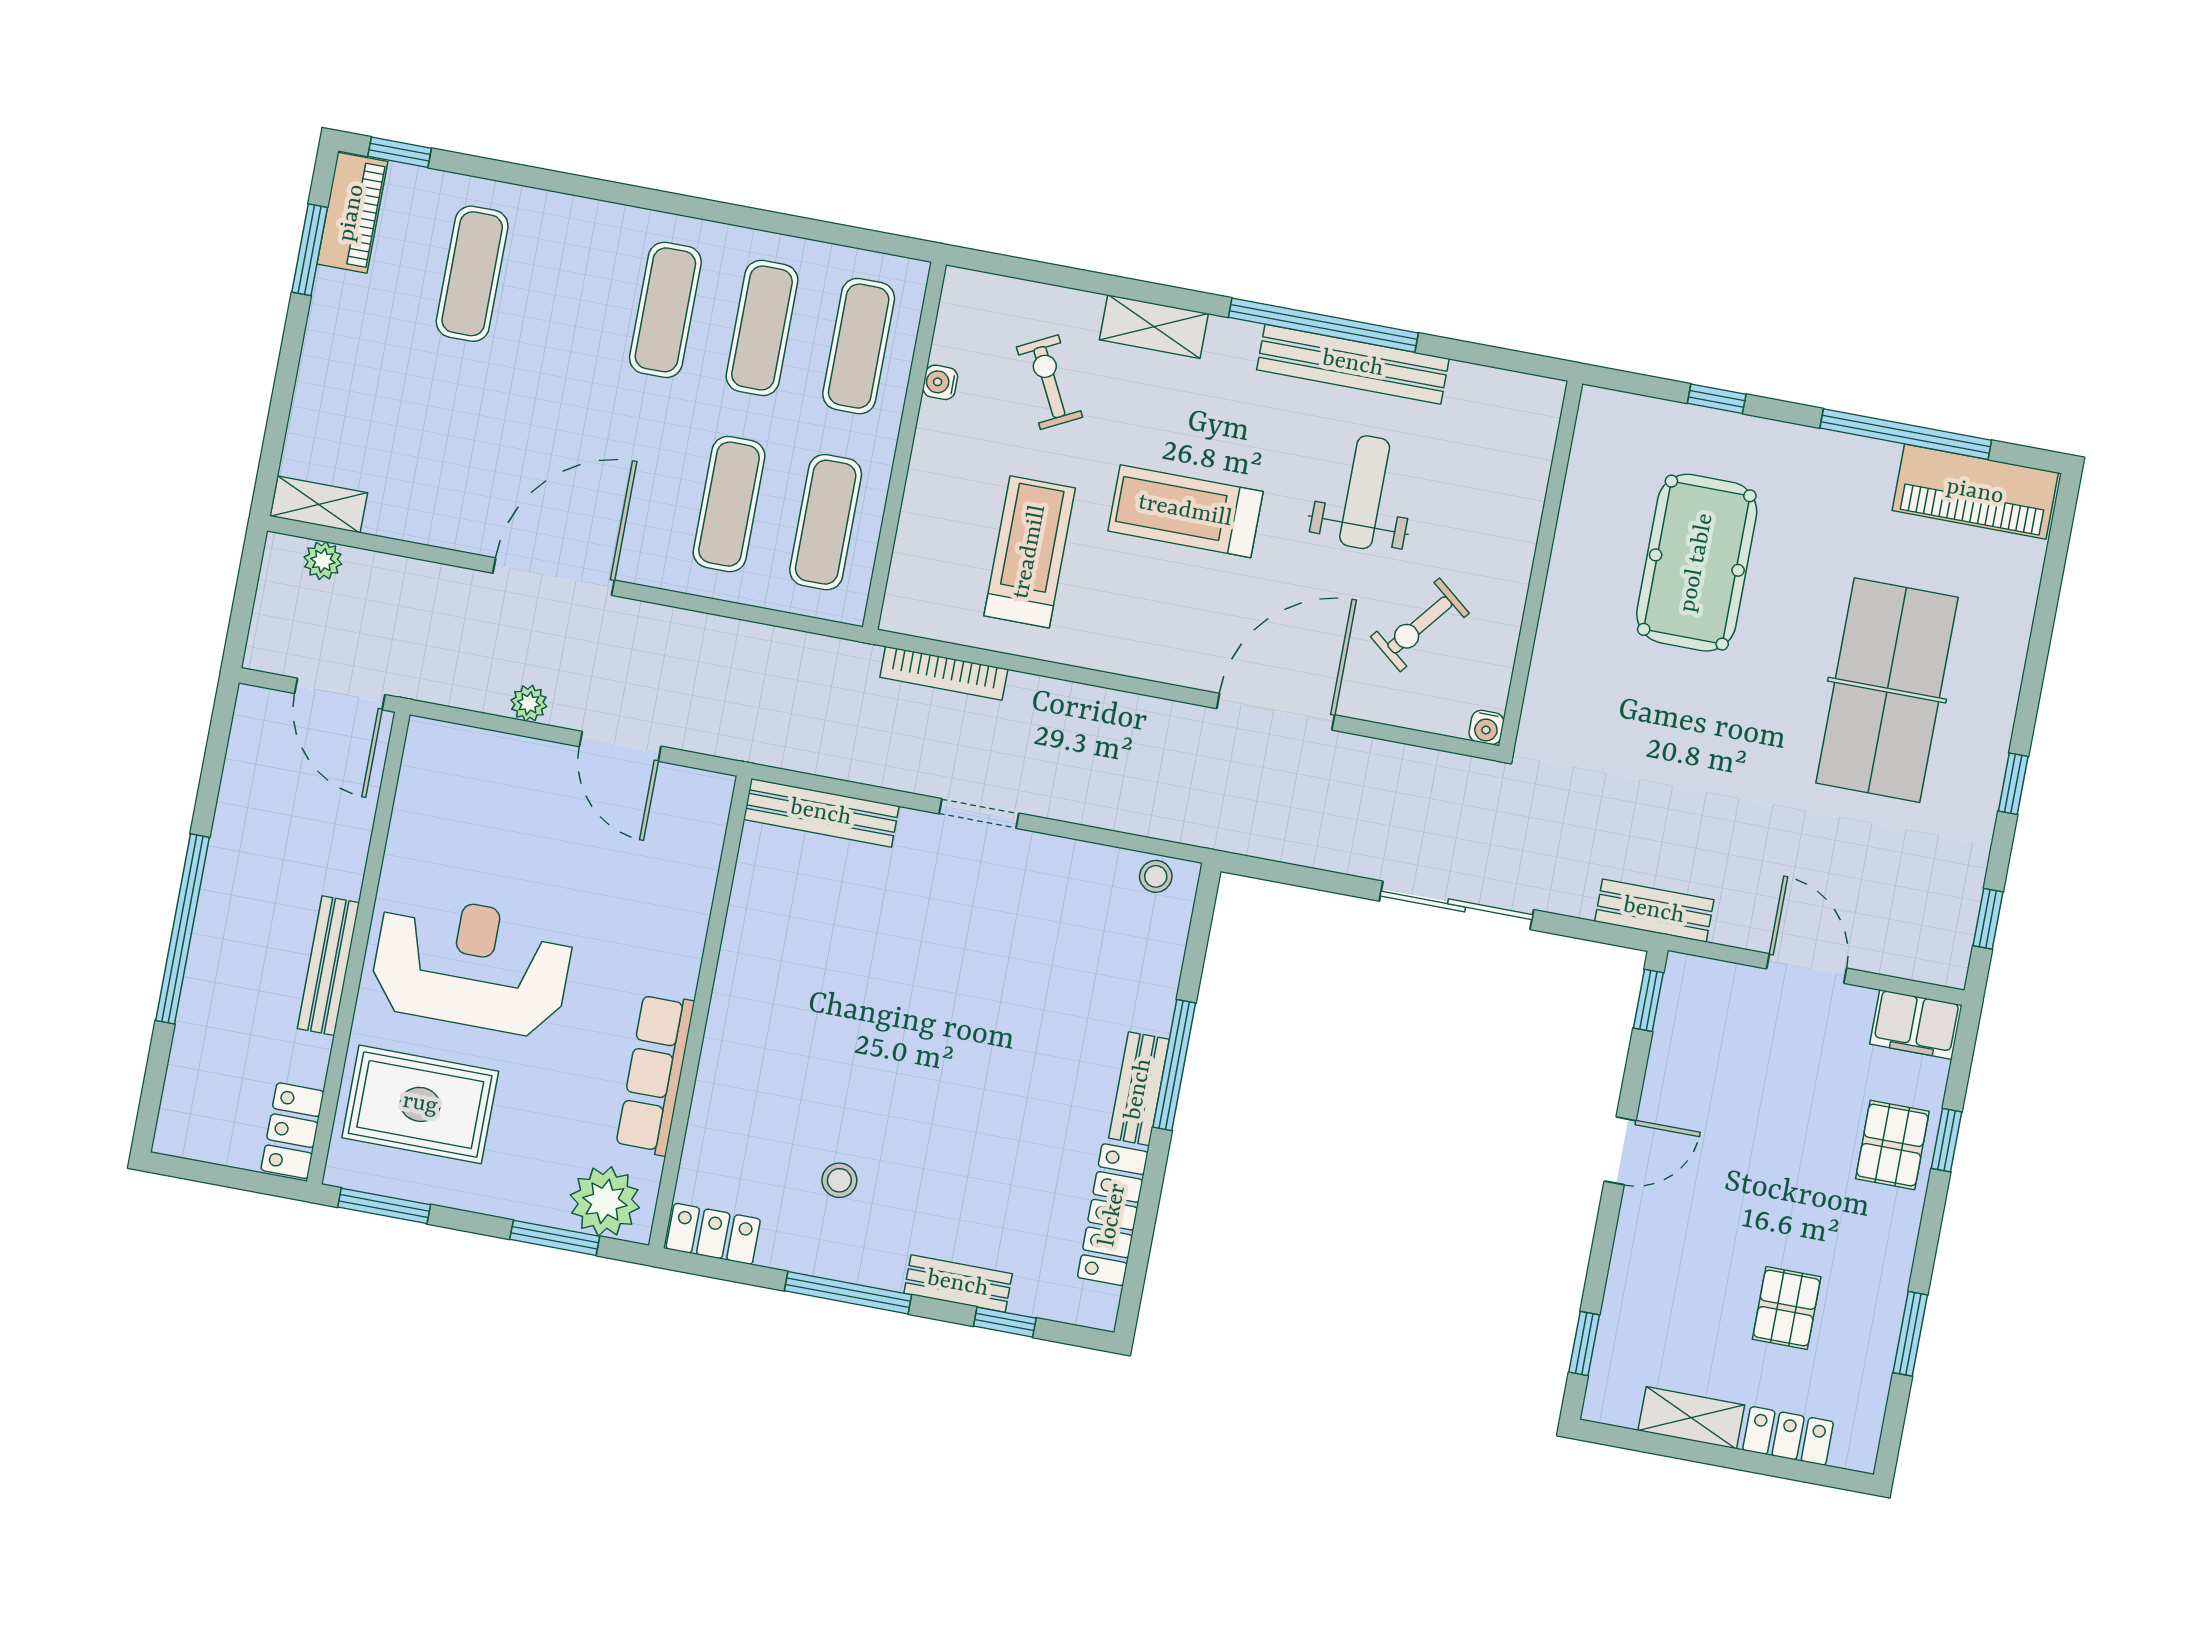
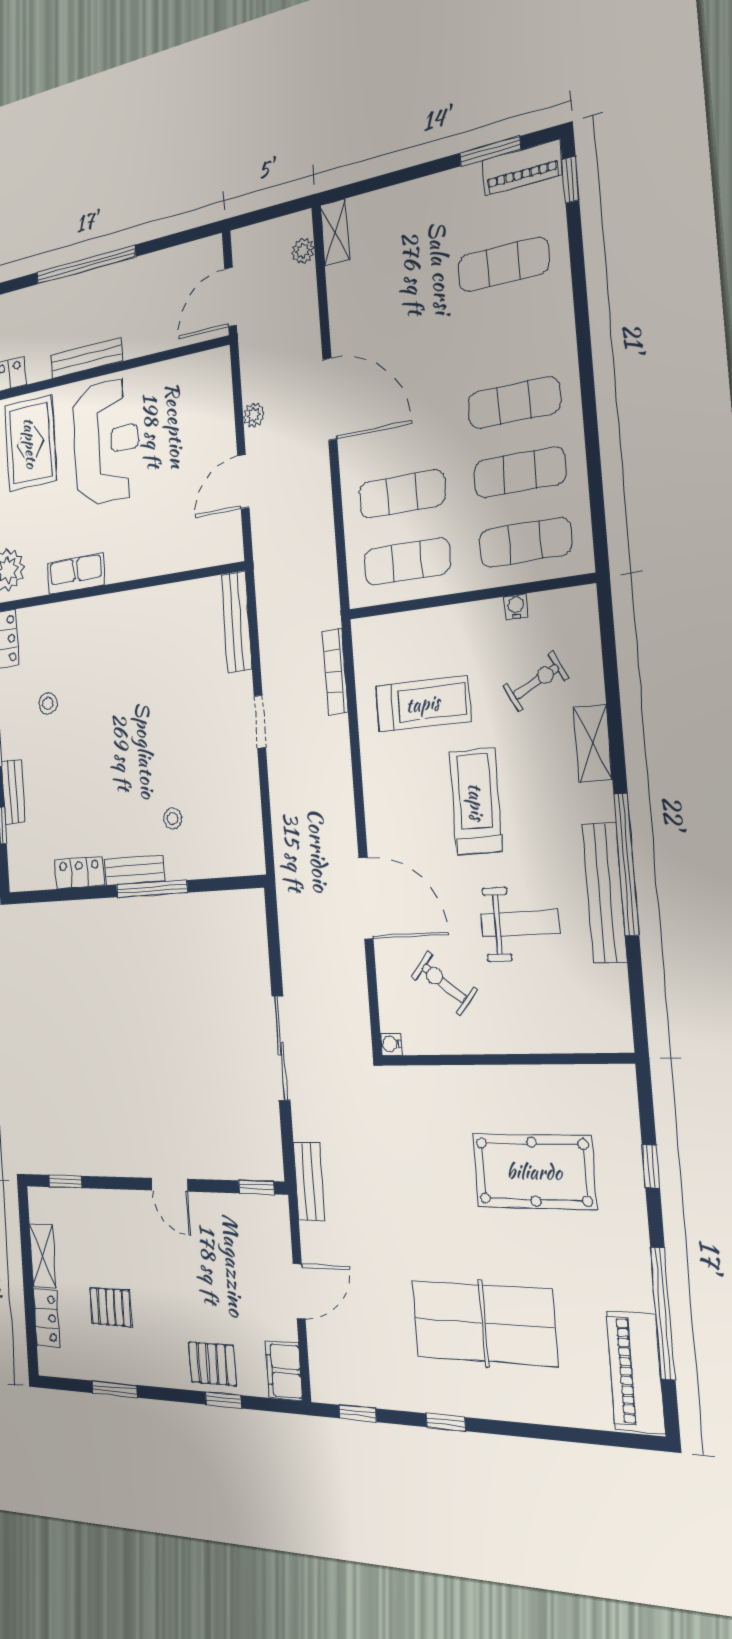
stool: (1156, 876) -> (173, 819), moved
row of seats: (655, 1074) -> (76, 574), width x0.68
locker: (1113, 1215) -> (79, 873), width x0.66

